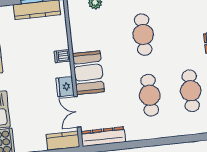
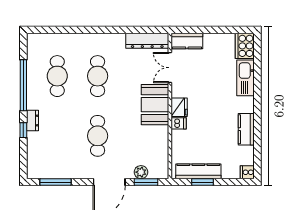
fridge: (65, 87) -> (179, 107), moved
double door: (77, 112) -> (170, 68), swing flipped

